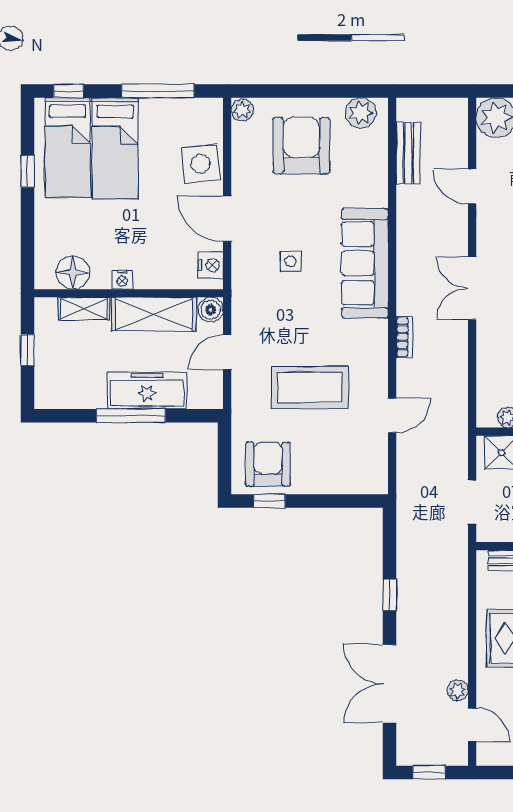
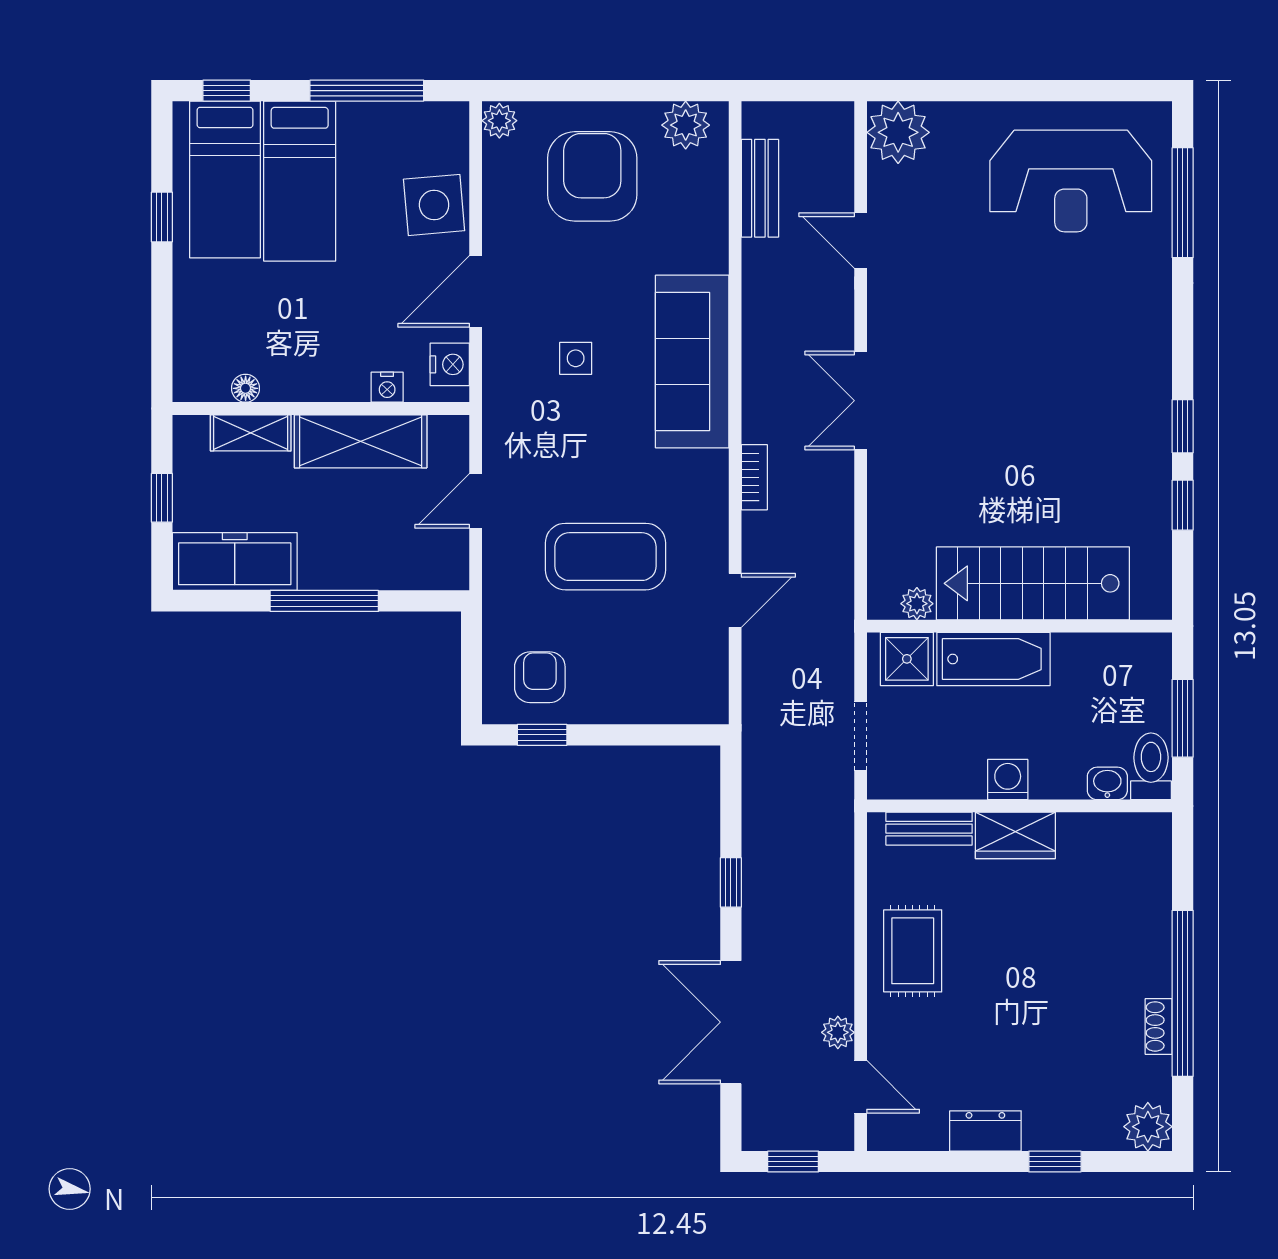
door: (227, 219) -> (476, 291), hinge flipped
floor lamp: (73, 273) -> (246, 388), width x0.53, depth x0.53
nightstand: (122, 280) -> (387, 387), moved
boiler: (211, 310) -> (450, 434), removed
freezer: (147, 391) -> (235, 562), moved
armchair: (268, 464) -> (540, 677), width x0.72, depth x0.72

